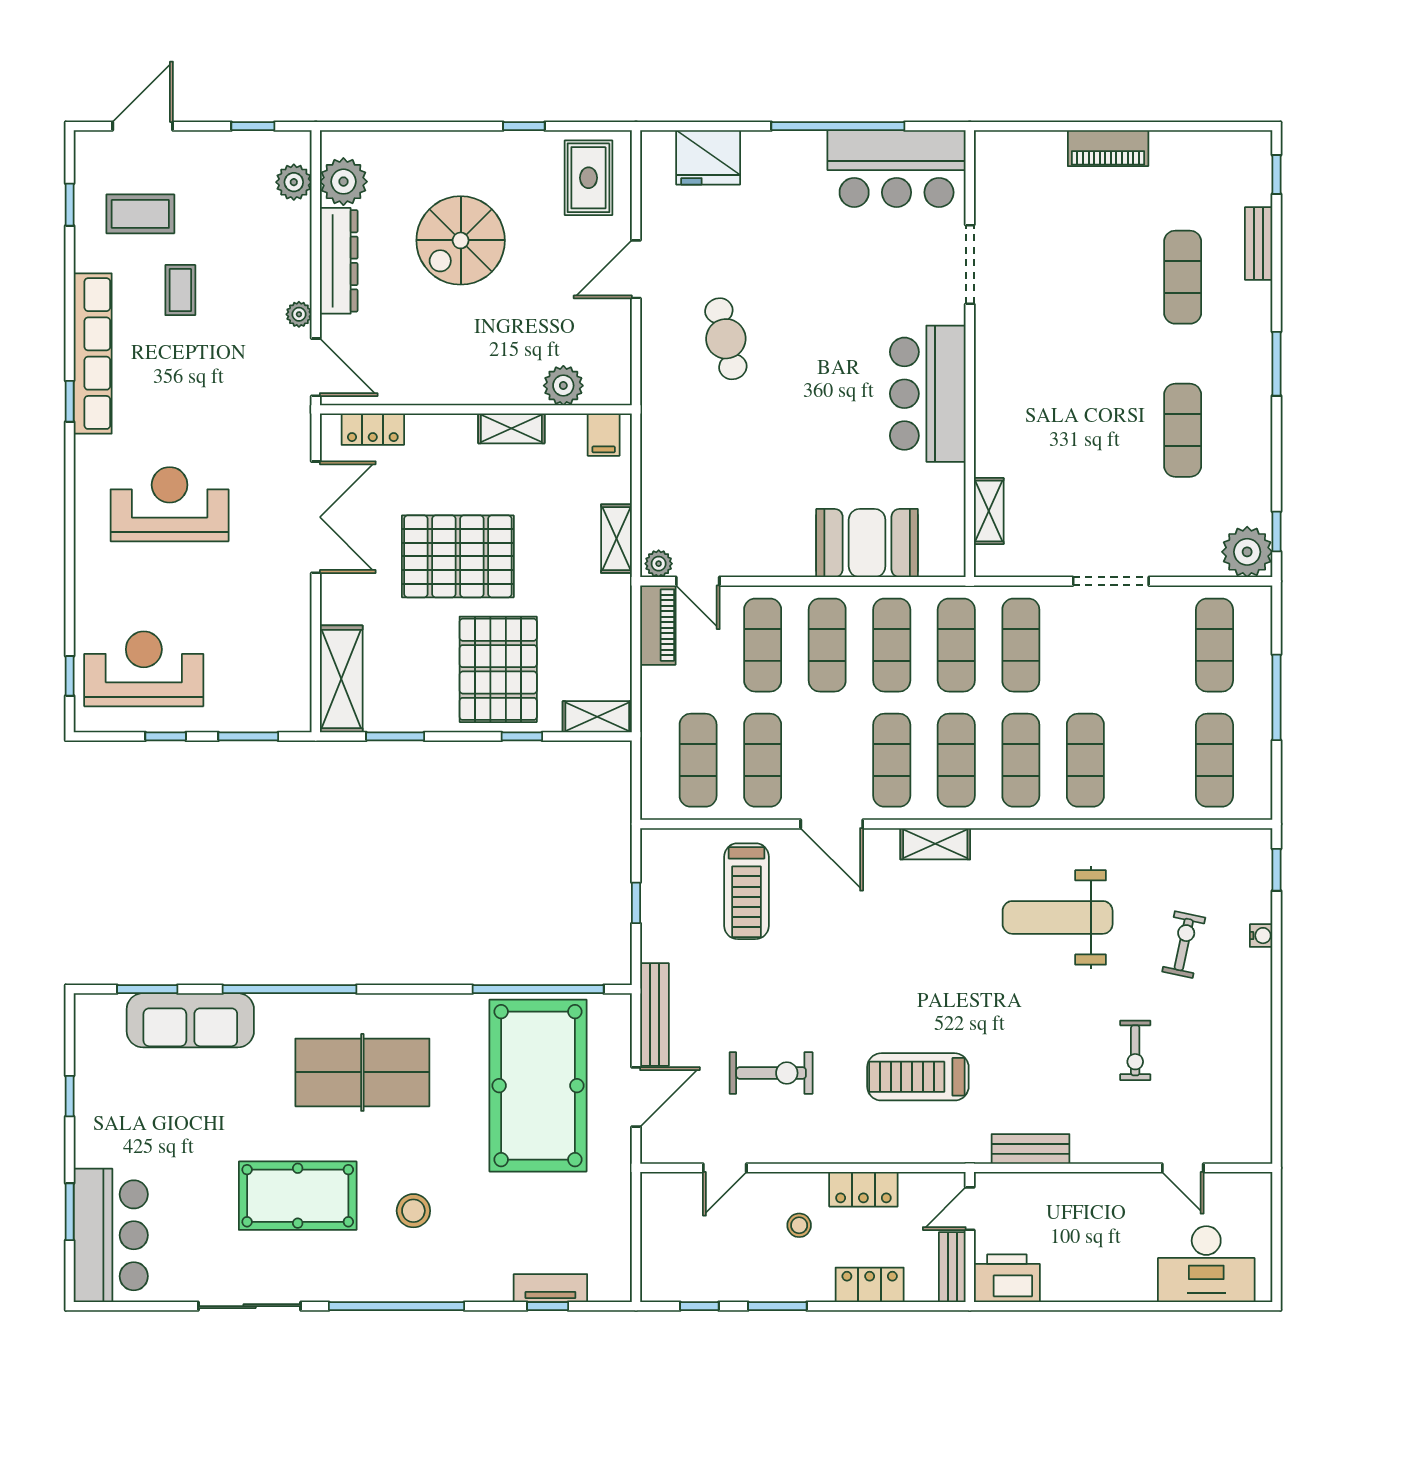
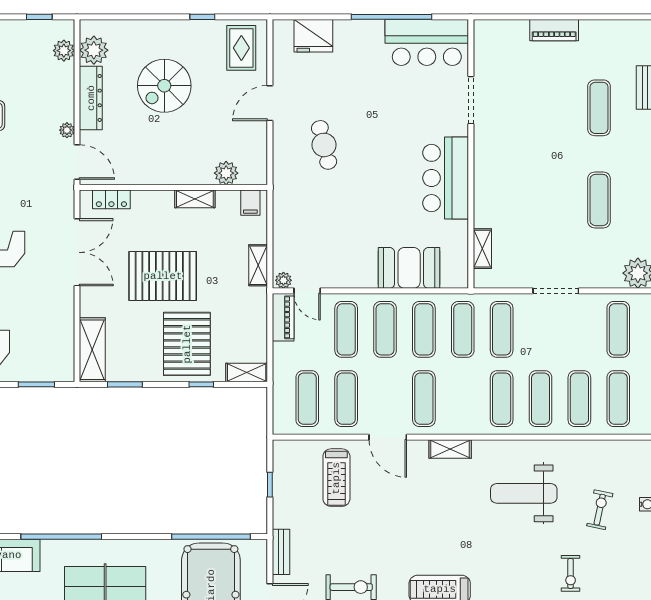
exercise mat: (956, 760) -> (579, 399), moved
bench: (654, 1015) -> (281, 552), width x0.73

